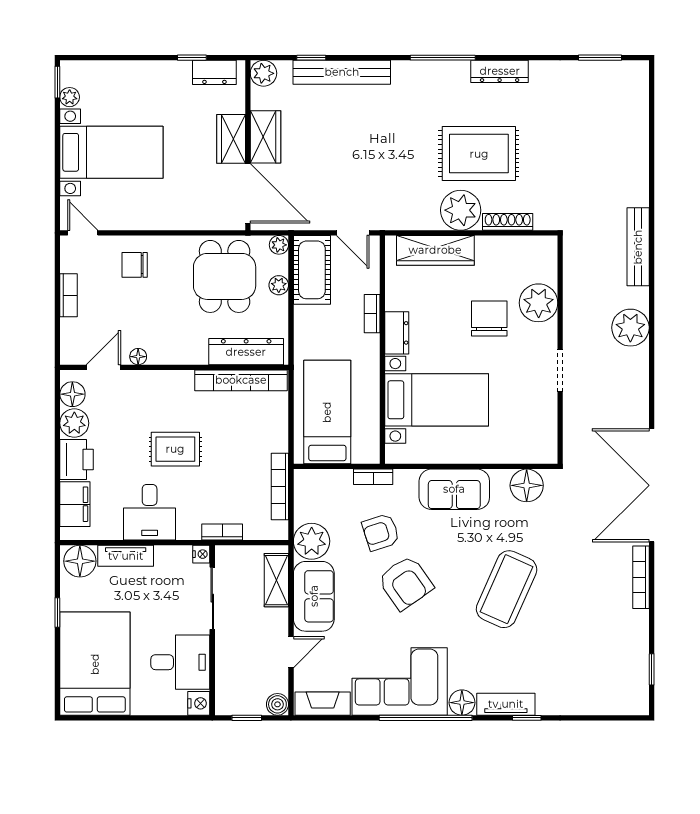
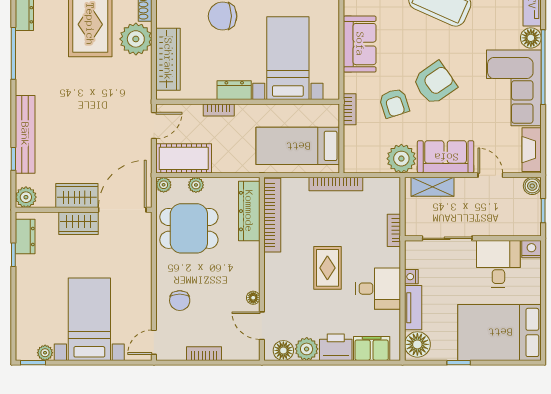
bookcase: (280, 486) -> (336, 184), moved
nightstand: (201, 554) -> (411, 277), moved, turned -90

